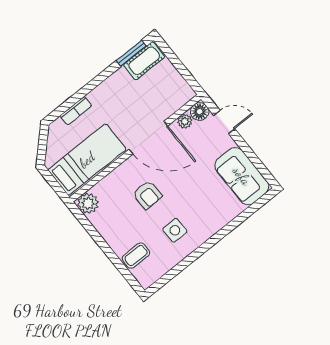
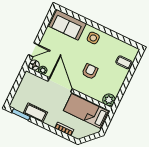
cot: (144, 61) -> (35, 113), moved
door: (224, 122) -> (33, 50), swing flipped
sofa: (242, 176) -> (68, 25), moved, turned 90
side table: (175, 230) -> (93, 38), moved

